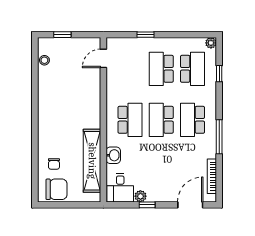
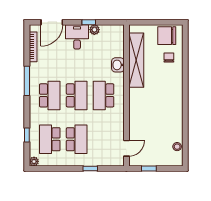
window: (62, 35) -> (149, 169), moved
desk: (120, 188) -> (77, 37), moved

